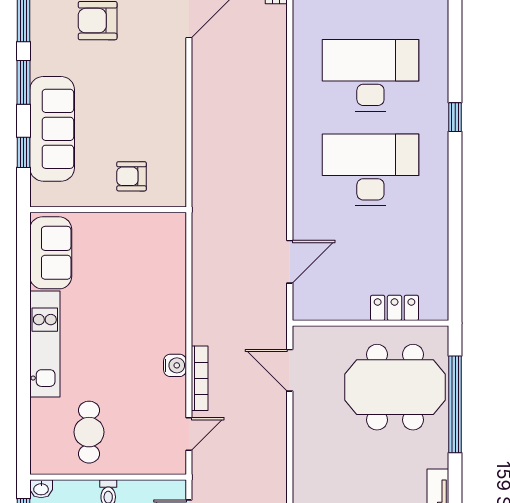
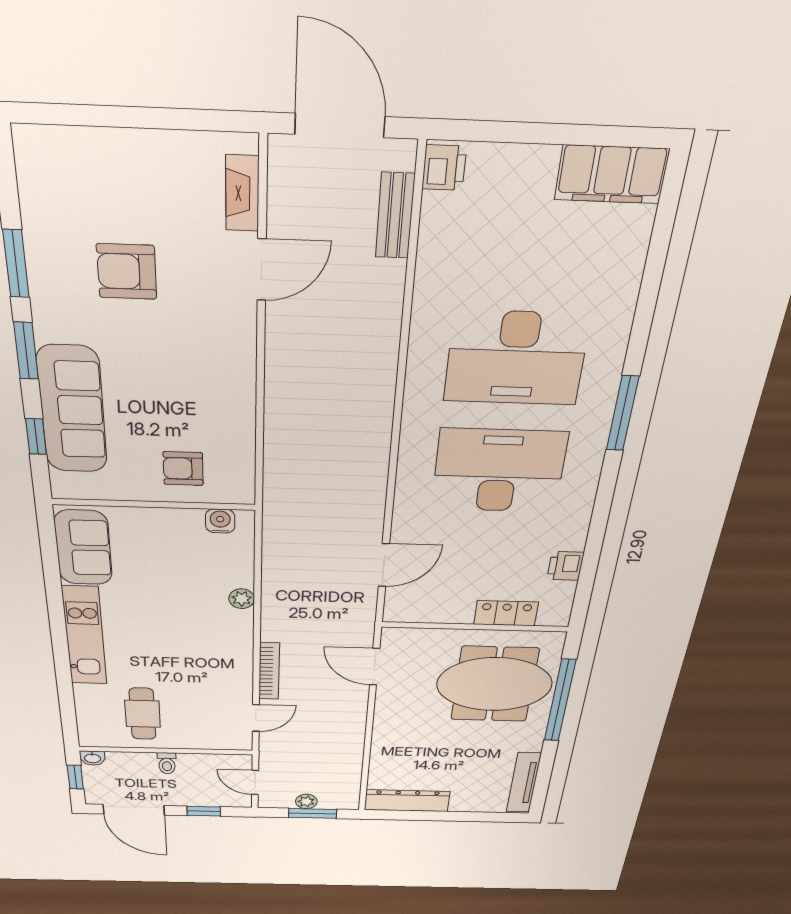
desk: (370, 75) -> (516, 358), turned 180
window: (455, 117) -> (623, 413), width x2.17
printer: (436, 258) -> (565, 566), added
plant: (176, 300) -> (242, 599), added
water cooler: (175, 365) -> (220, 521), moved, turned -90

